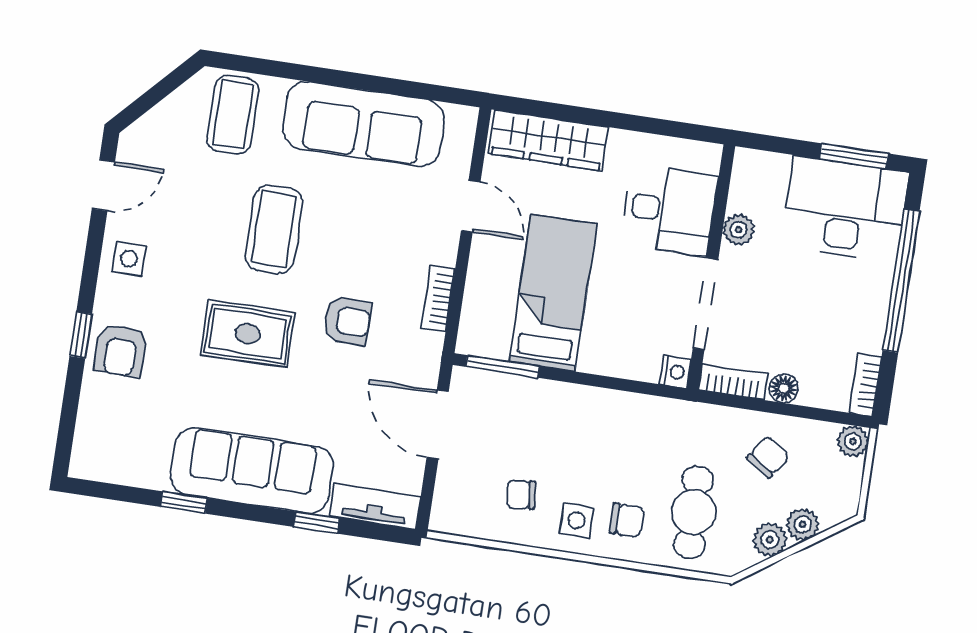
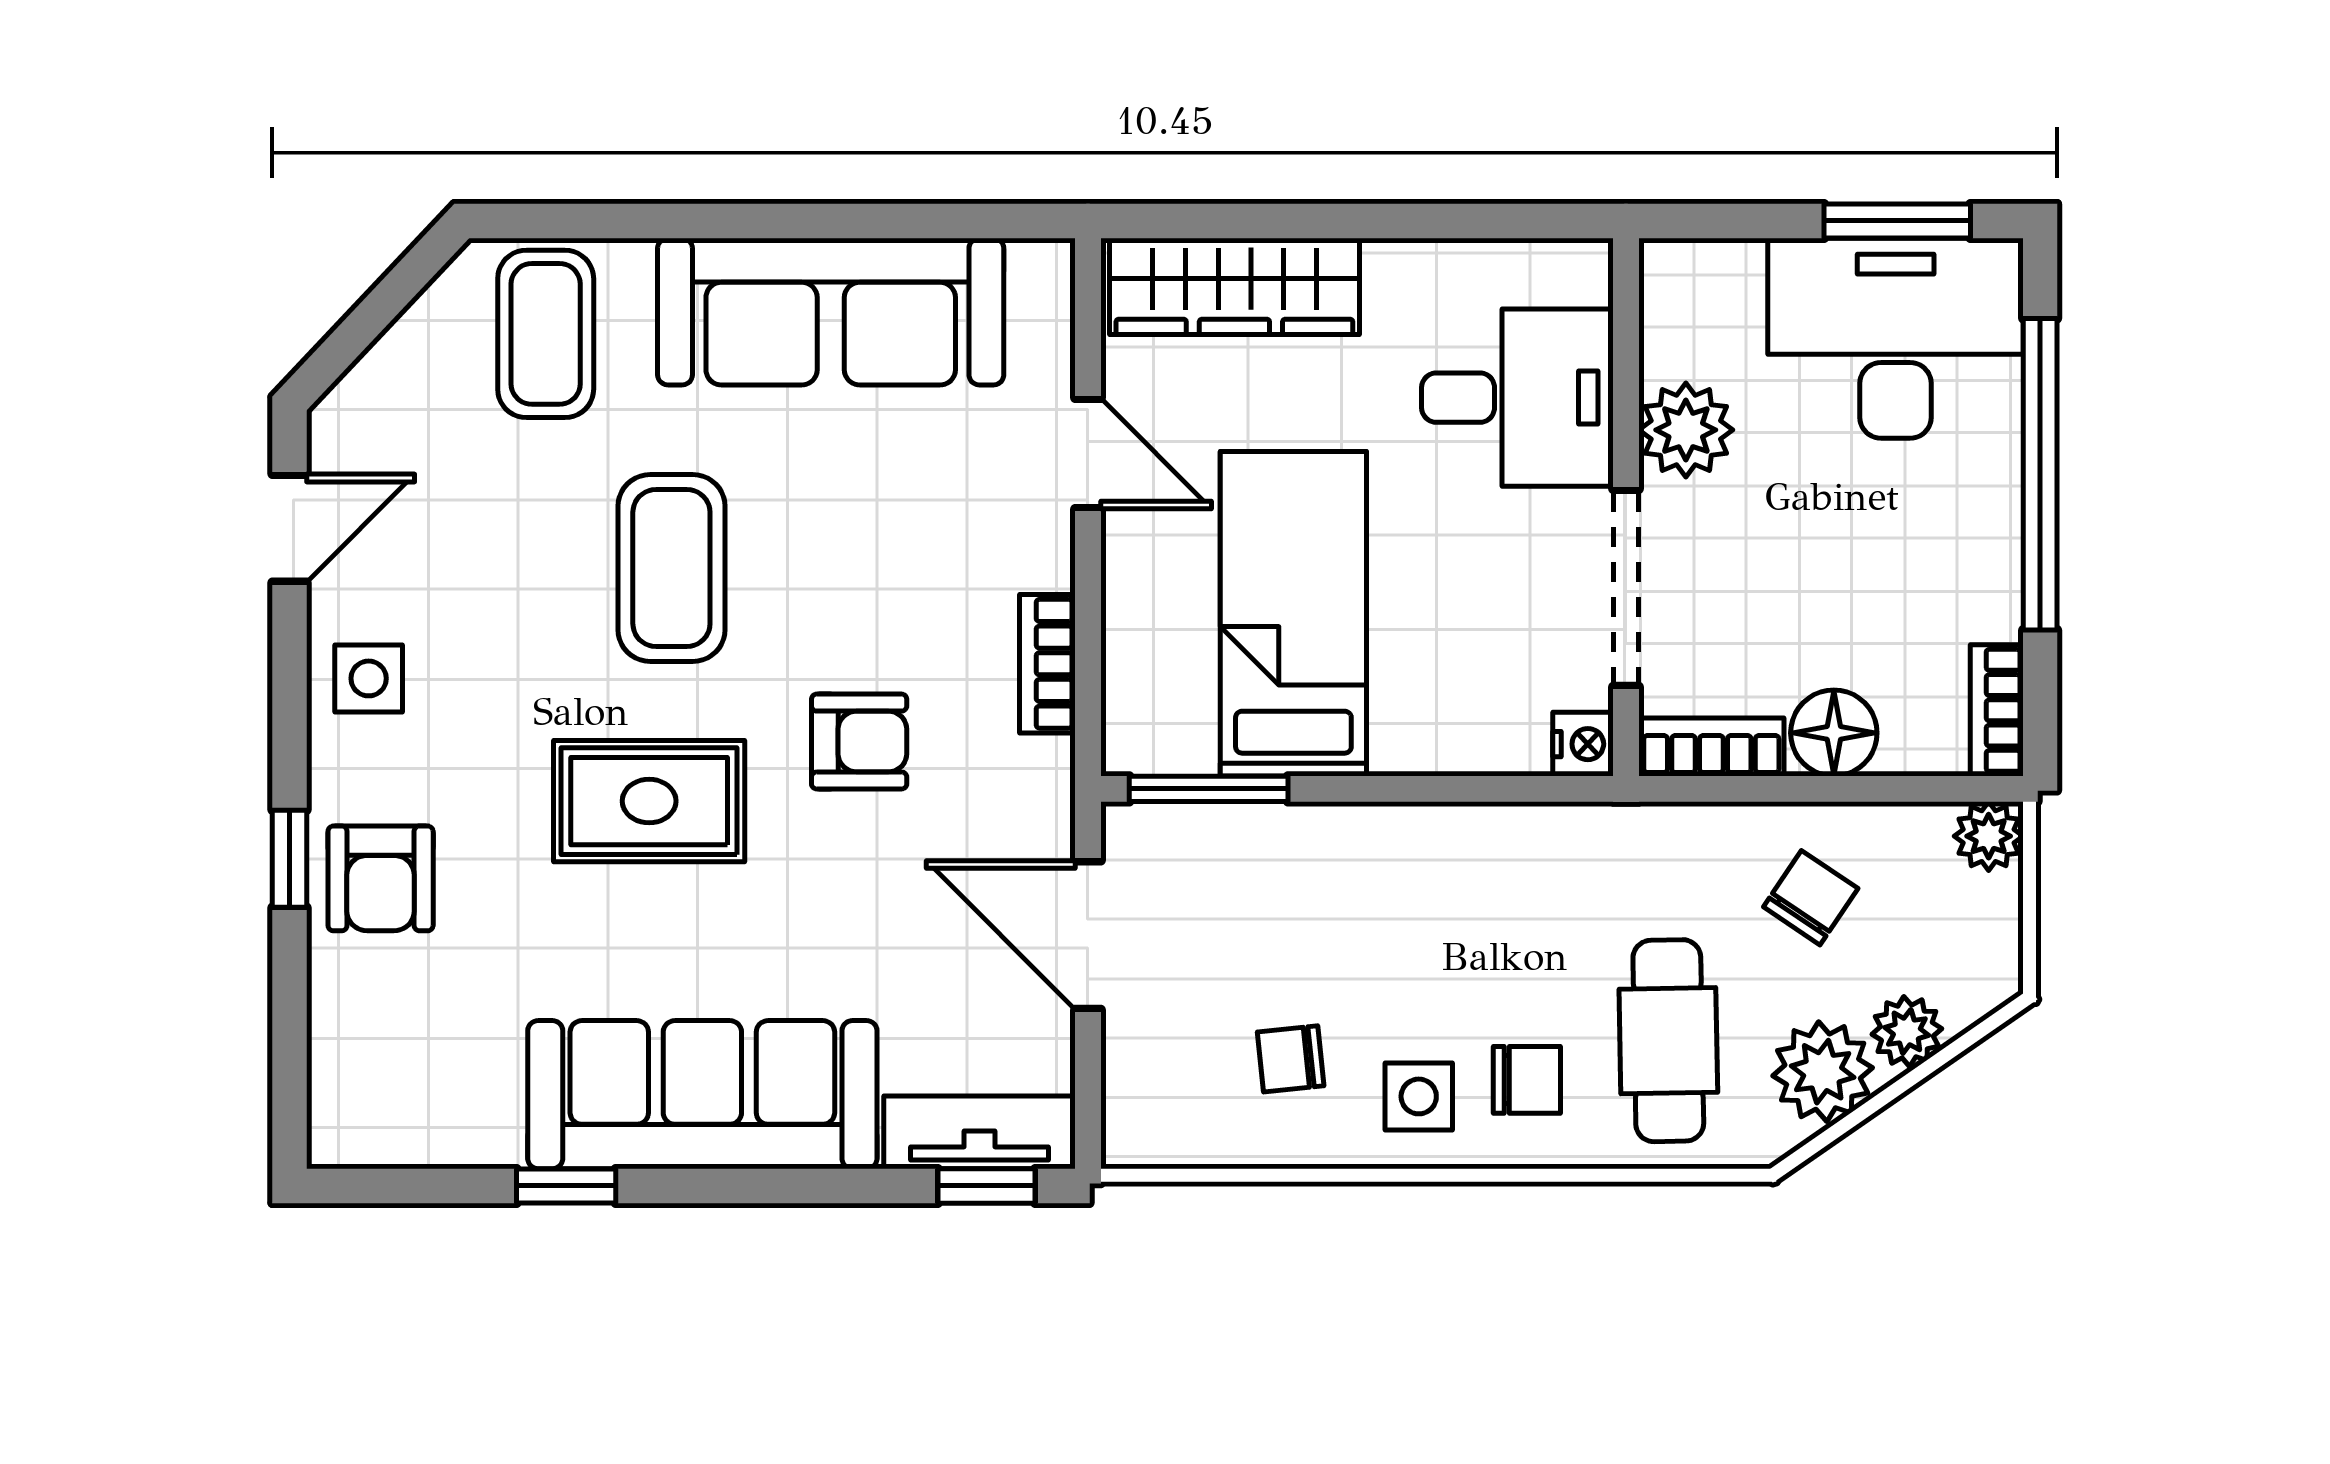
plant: (738, 230) -> (1686, 430), width x1.38, depth x1.38
floor lamp: (784, 388) -> (1834, 733), width x1.37, depth x1.37
window: (317, 523) -> (986, 1186), moved
plant: (770, 540) -> (1823, 1072), width x1.38, depth x1.38

